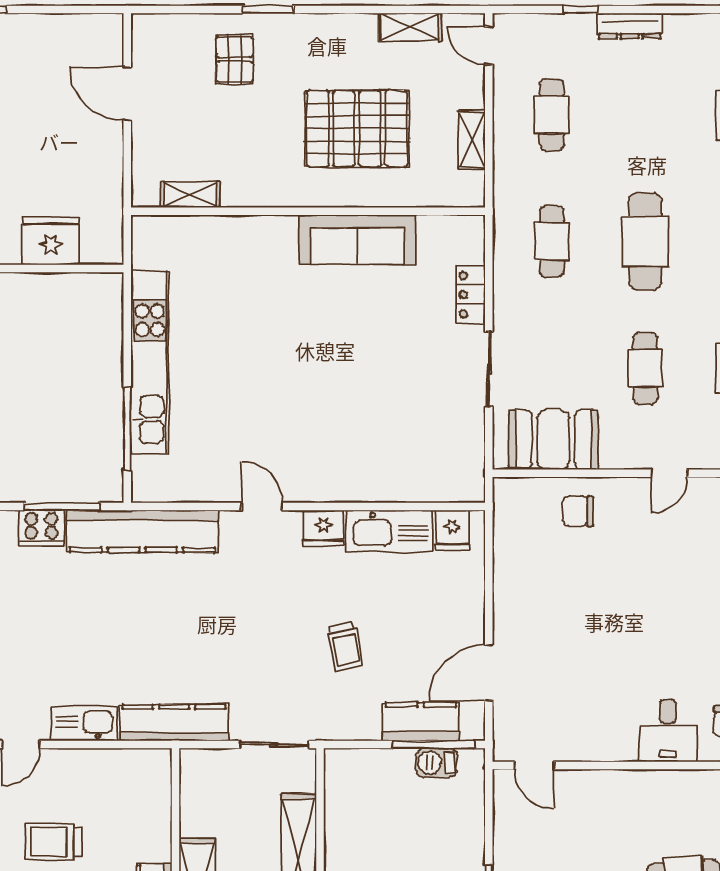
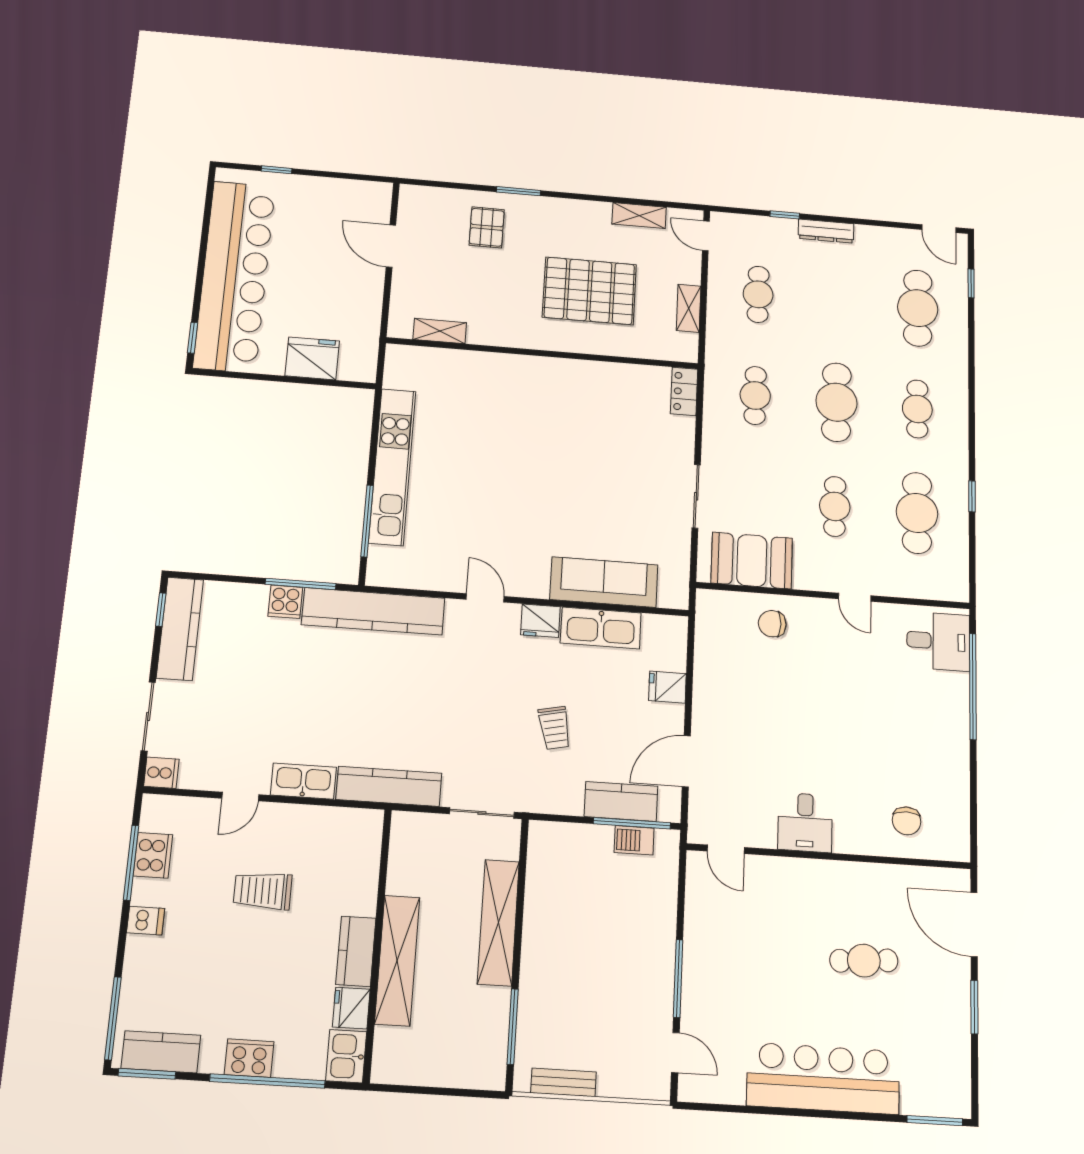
sofa: (357, 240) -> (604, 582), moved, turned 180
locker: (471, 295) -> (684, 391), moved
door: (669, 473) -> (855, 597), hinge flipped
cooker: (41, 528) -> (285, 602), width x0.73
fridge: (452, 530) -> (667, 687), moved, turned 90
desk: (668, 731) -> (805, 822), moved

